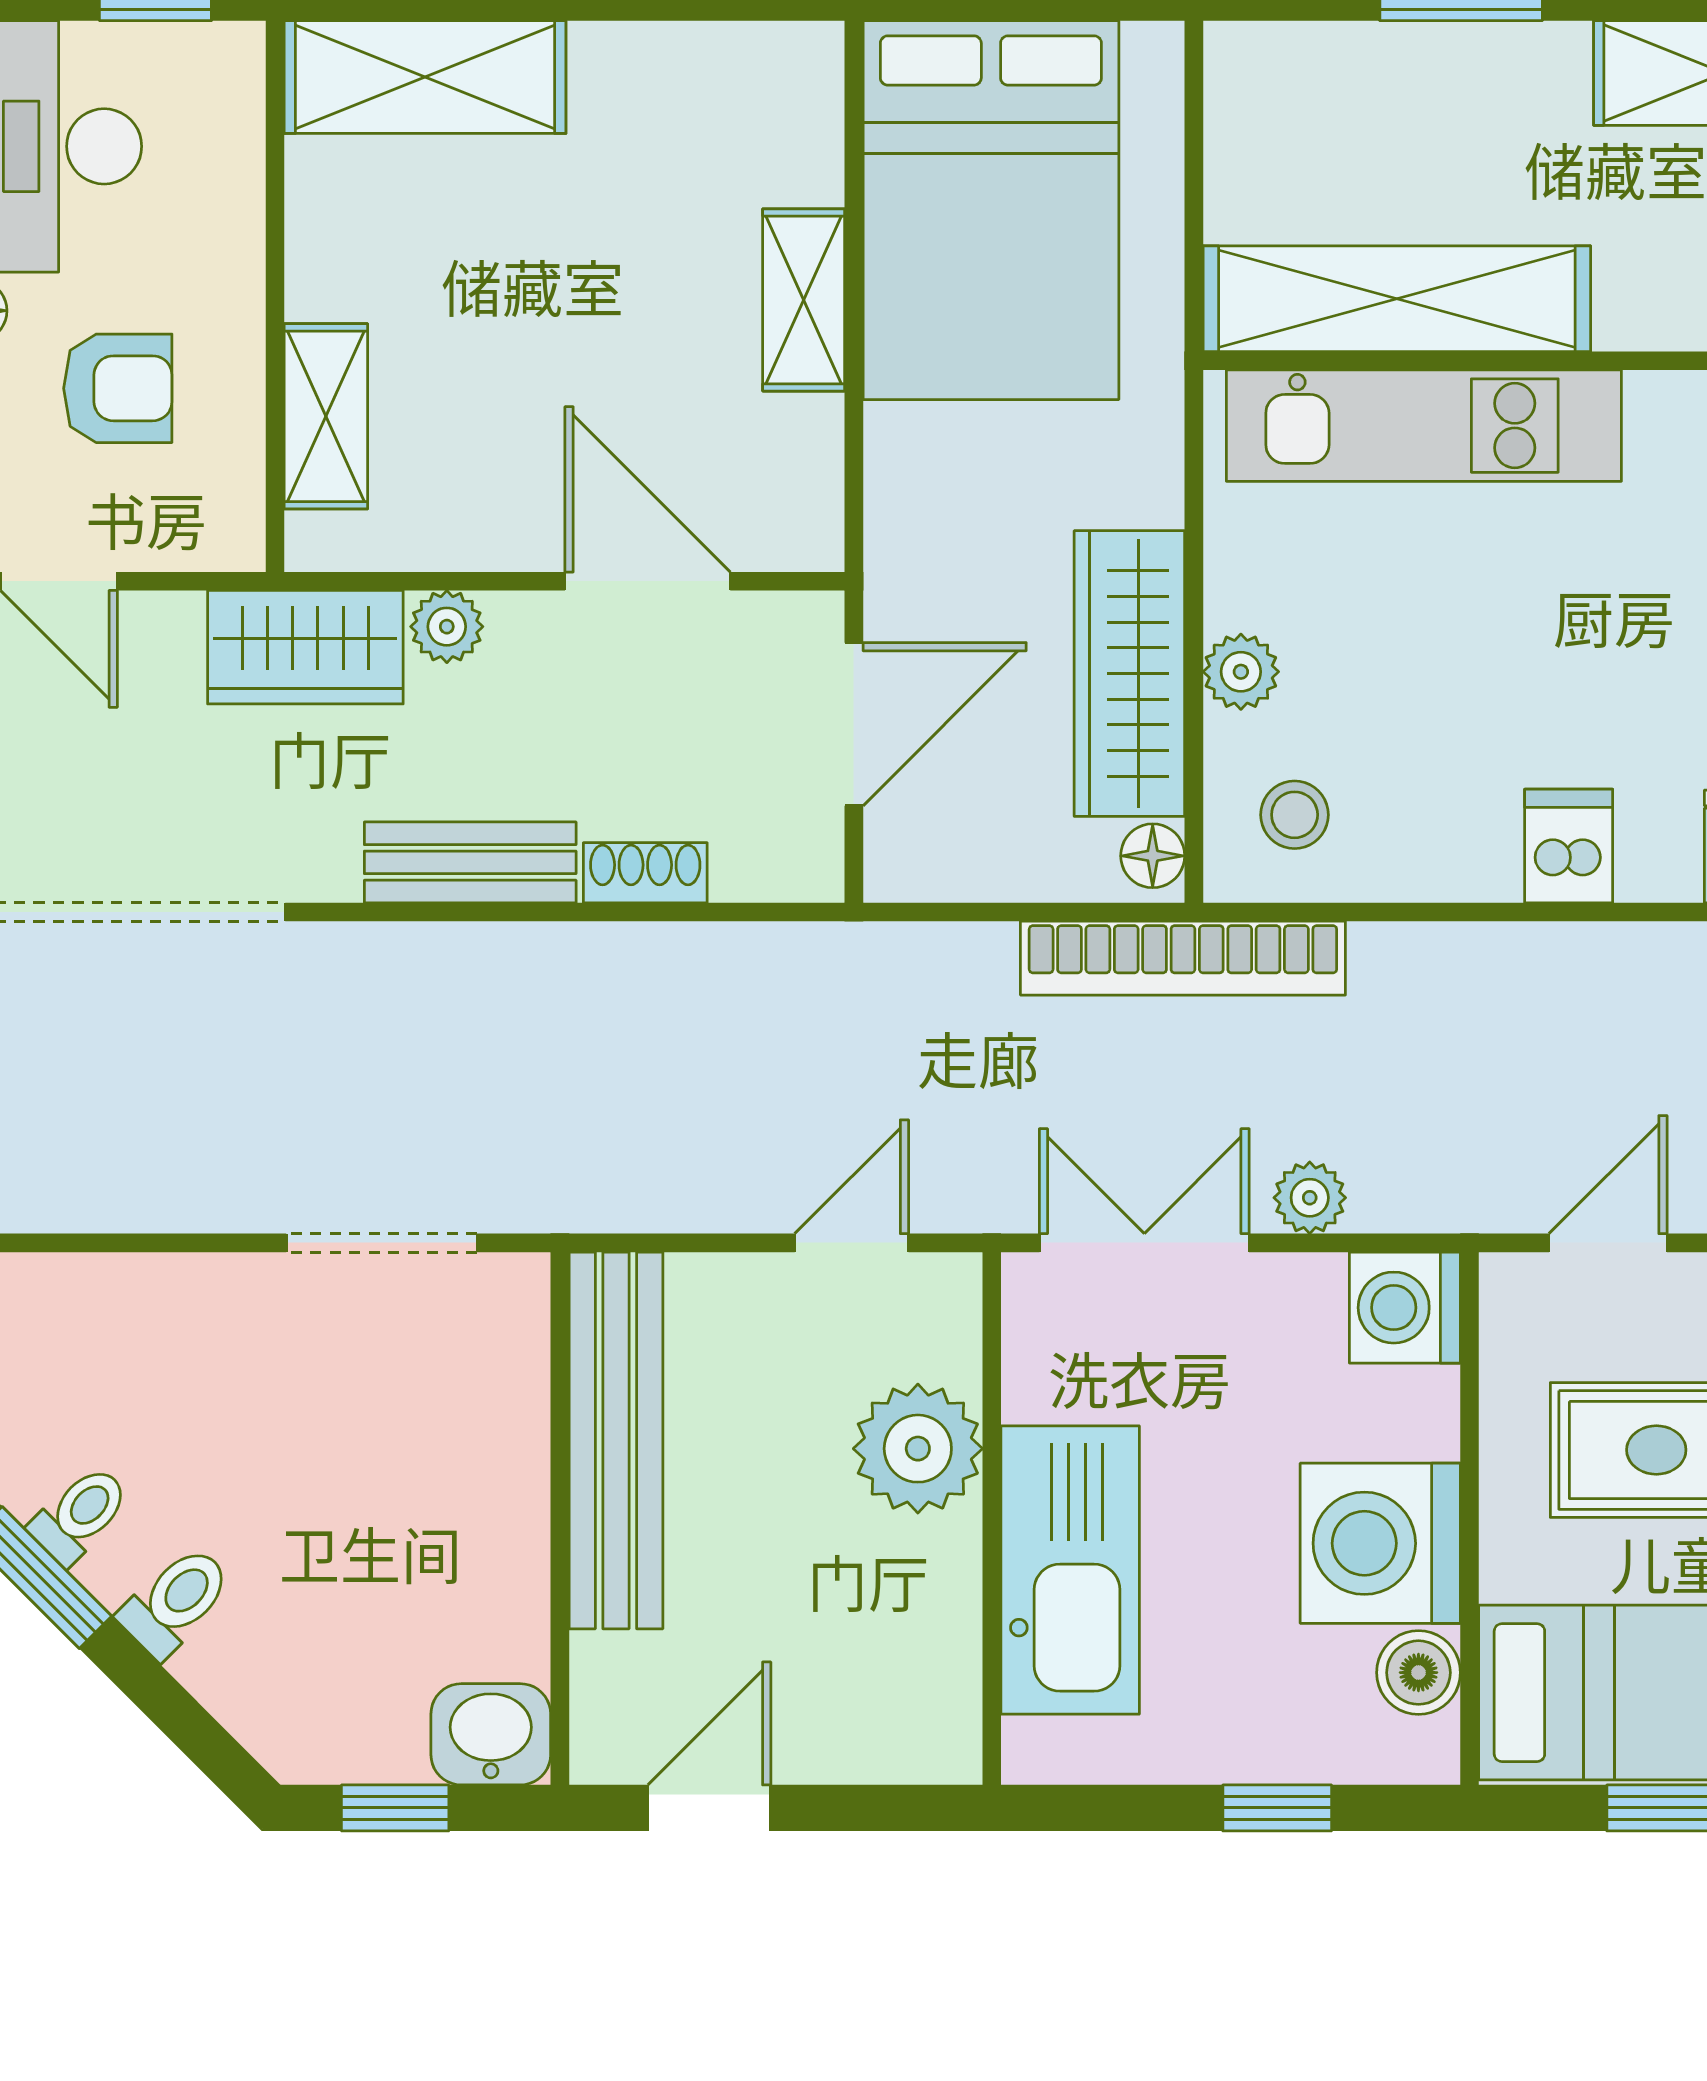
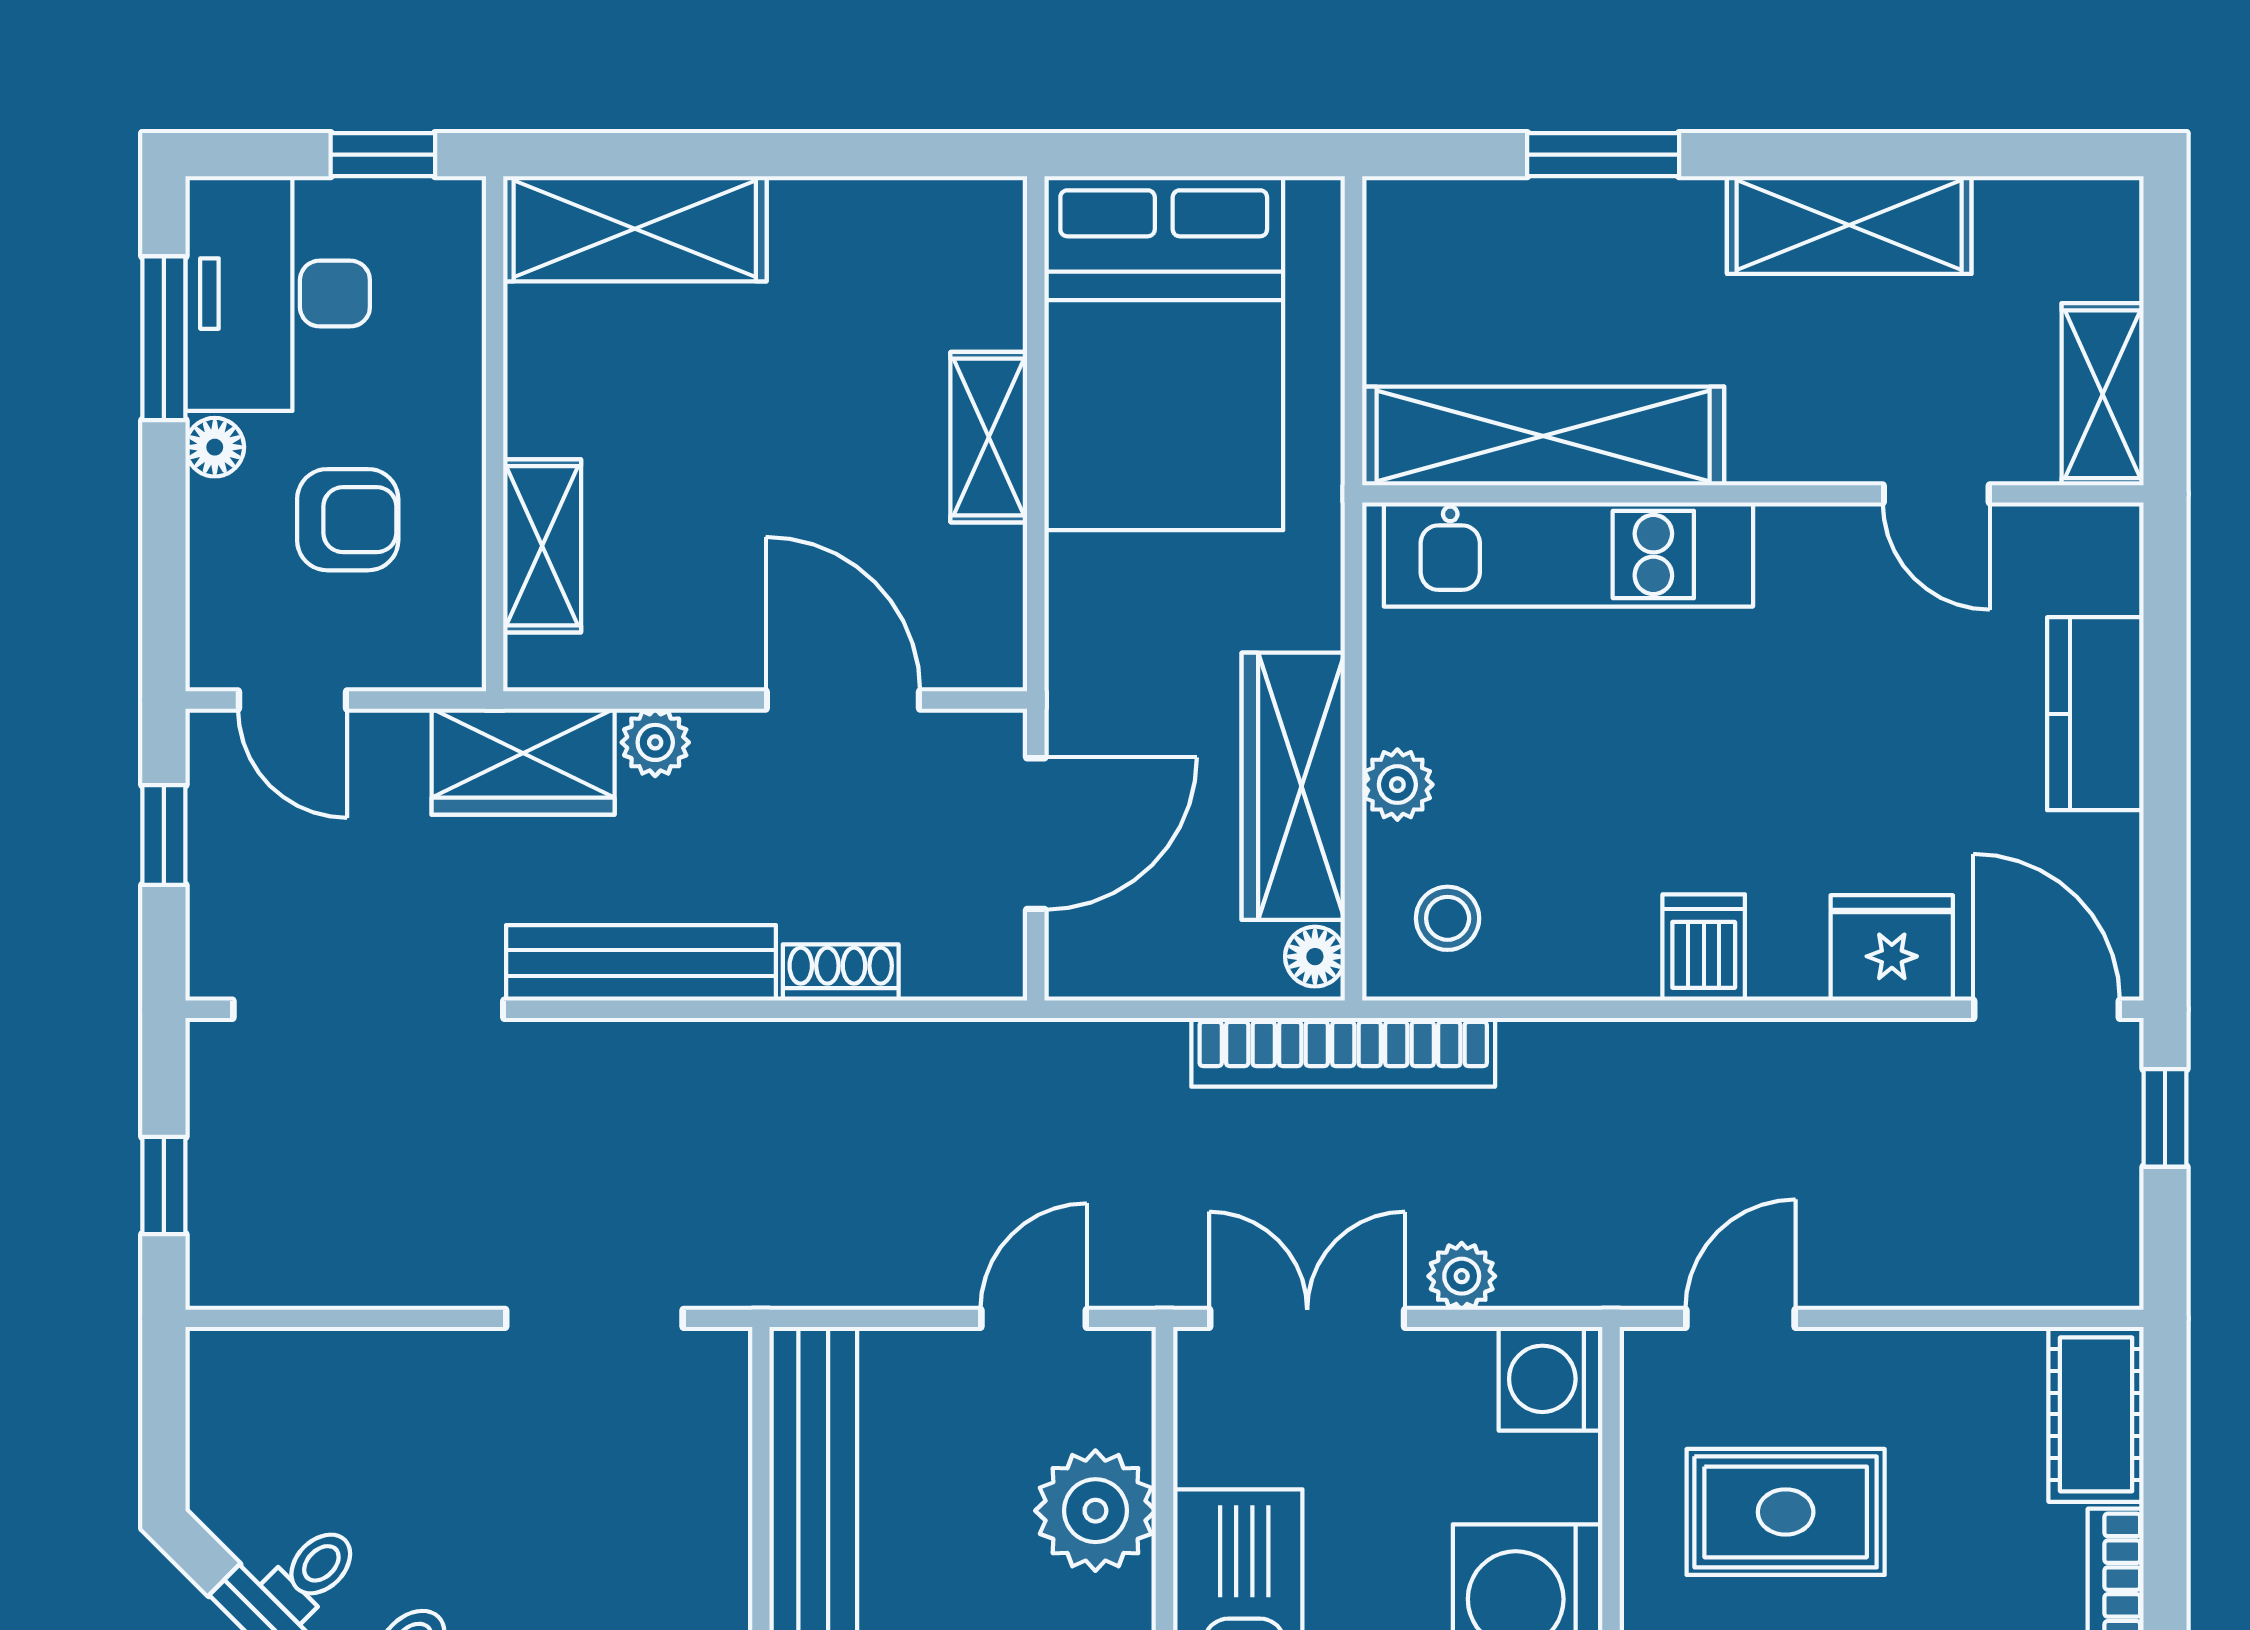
bench: (470, 862) -> (641, 963), width x1.36

